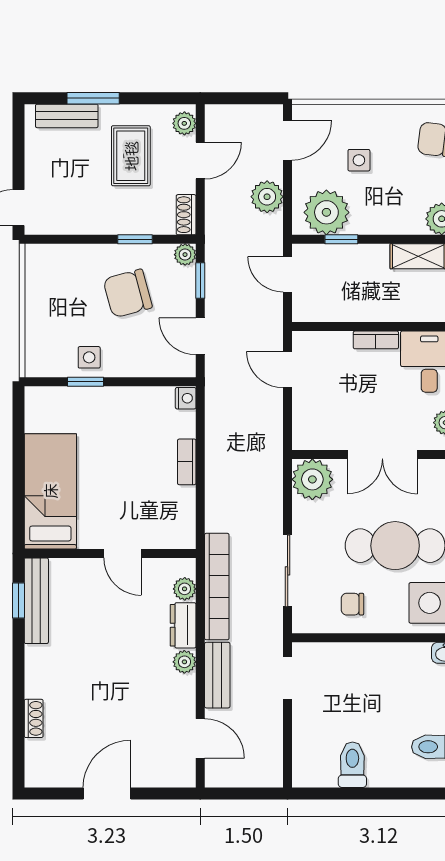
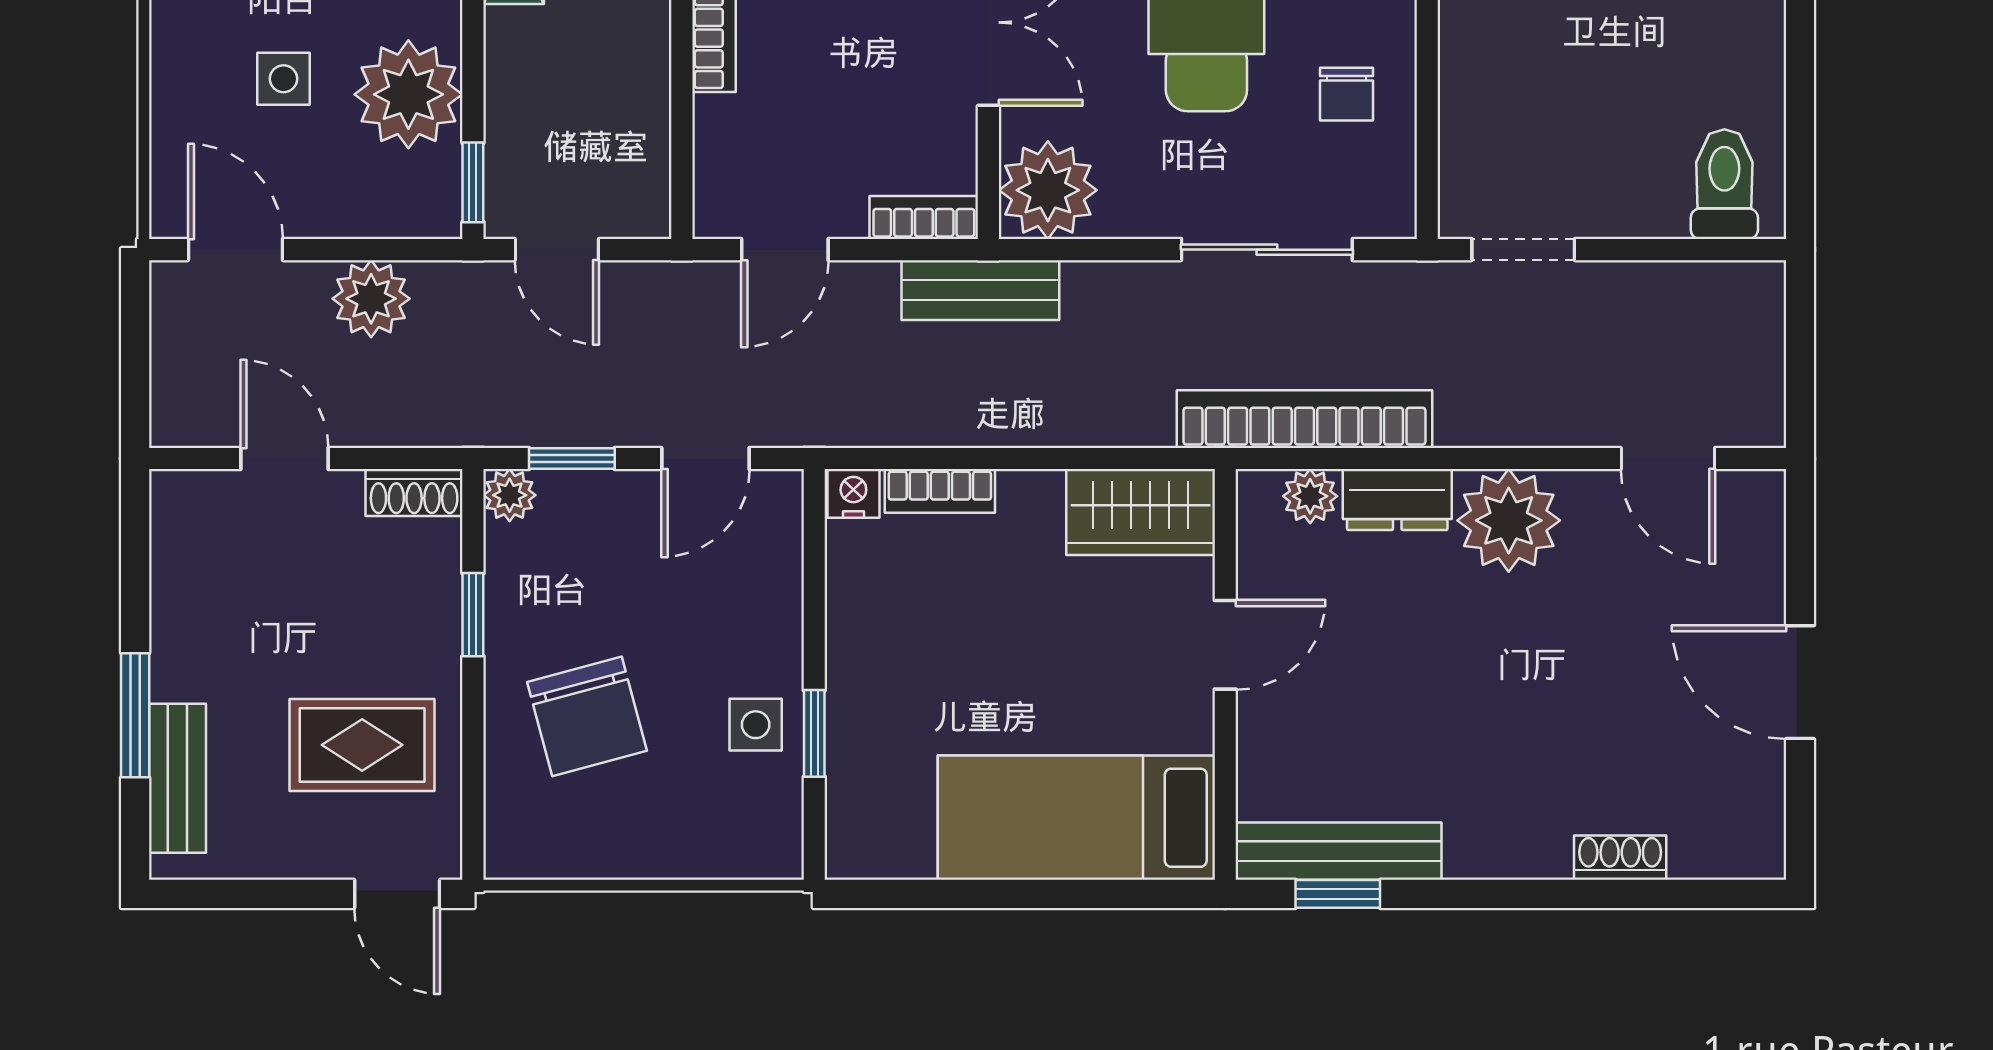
plant: (184, 123) -> (195, 497), removed
rug: (131, 156) -> (362, 745), moved
plant: (326, 212) -> (408, 94), moved
window: (341, 239) -> (473, 182), moved
door: (288, 274) -> (557, 250), hinge flipped
chair: (128, 293) -> (587, 716), moved
bookcase: (301, 428) -> (924, 217), added
bookcase: (187, 462) -> (940, 491), moved
wardrobe: (178, 518) -> (1141, 512), added
plant: (184, 662) -> (1509, 520), width x1.88, depth x1.88
bench: (217, 675) -> (980, 290), moved
door: (200, 738) -> (1668, 459), swing flipped
toilet: (352, 765) -> (1724, 184), moved, turned 90

